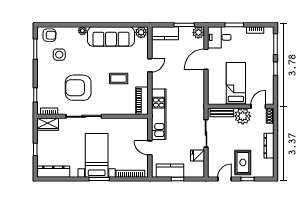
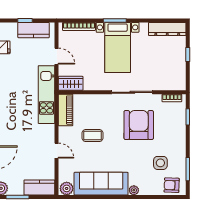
door: (150, 65) -> (57, 151), swing flipped
armchair: (78, 88) -> (139, 125), turned -90
wardrobe: (48, 124) -> (71, 83), moved

